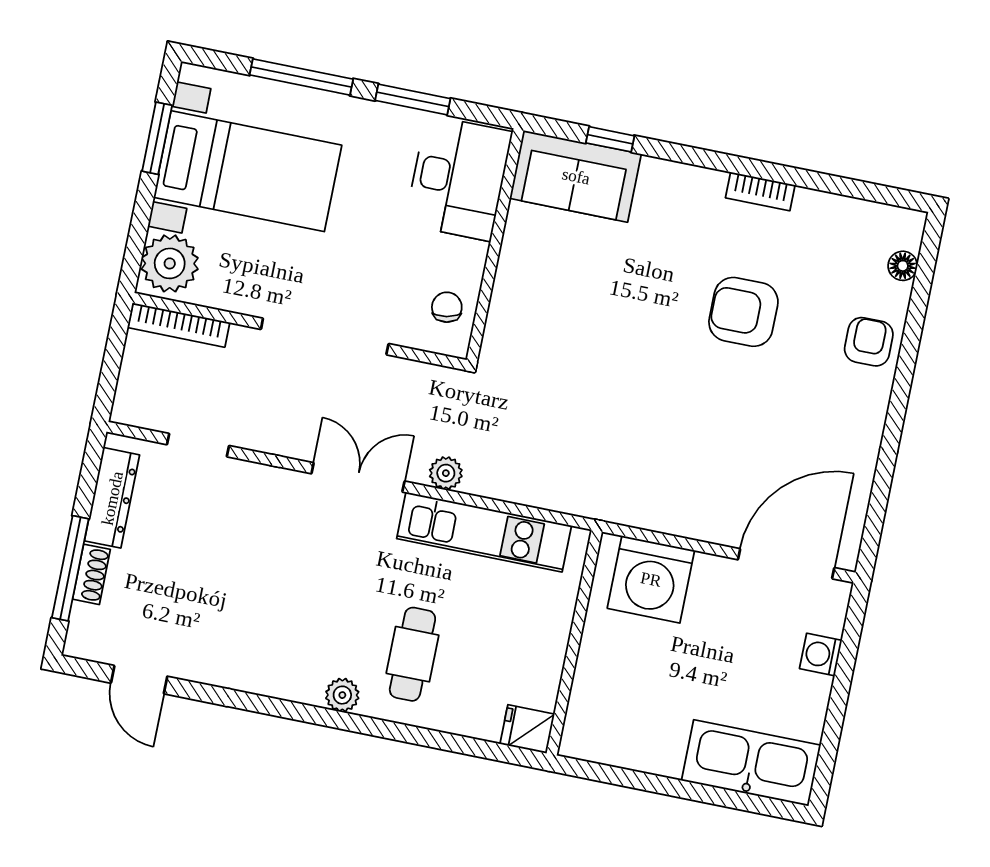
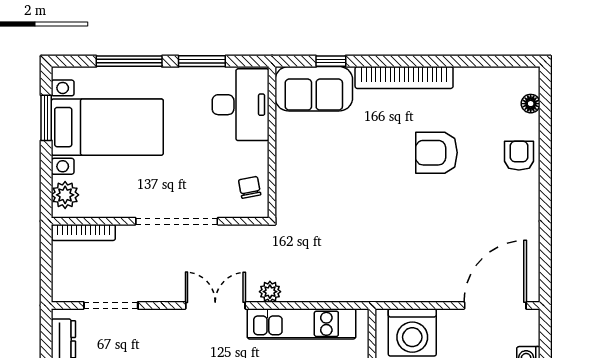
bookcase: (760, 191) -> (404, 78), width x2.31, depth x1.31
plant: (170, 263) -> (65, 195), width x0.73, depth x0.73
doorway: (198, 445) -> (111, 305), width x1.38

